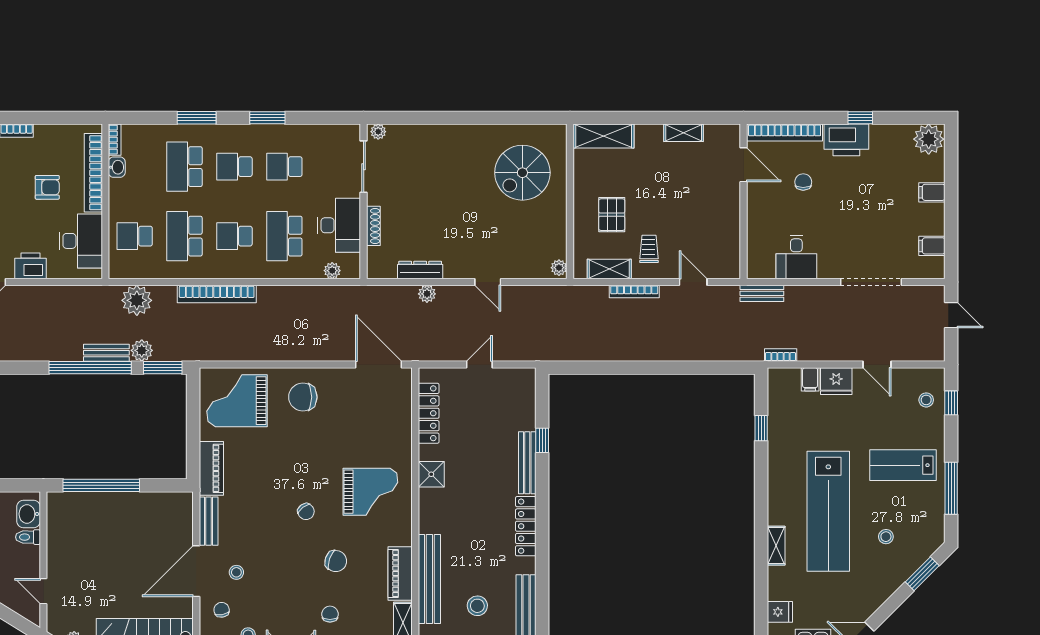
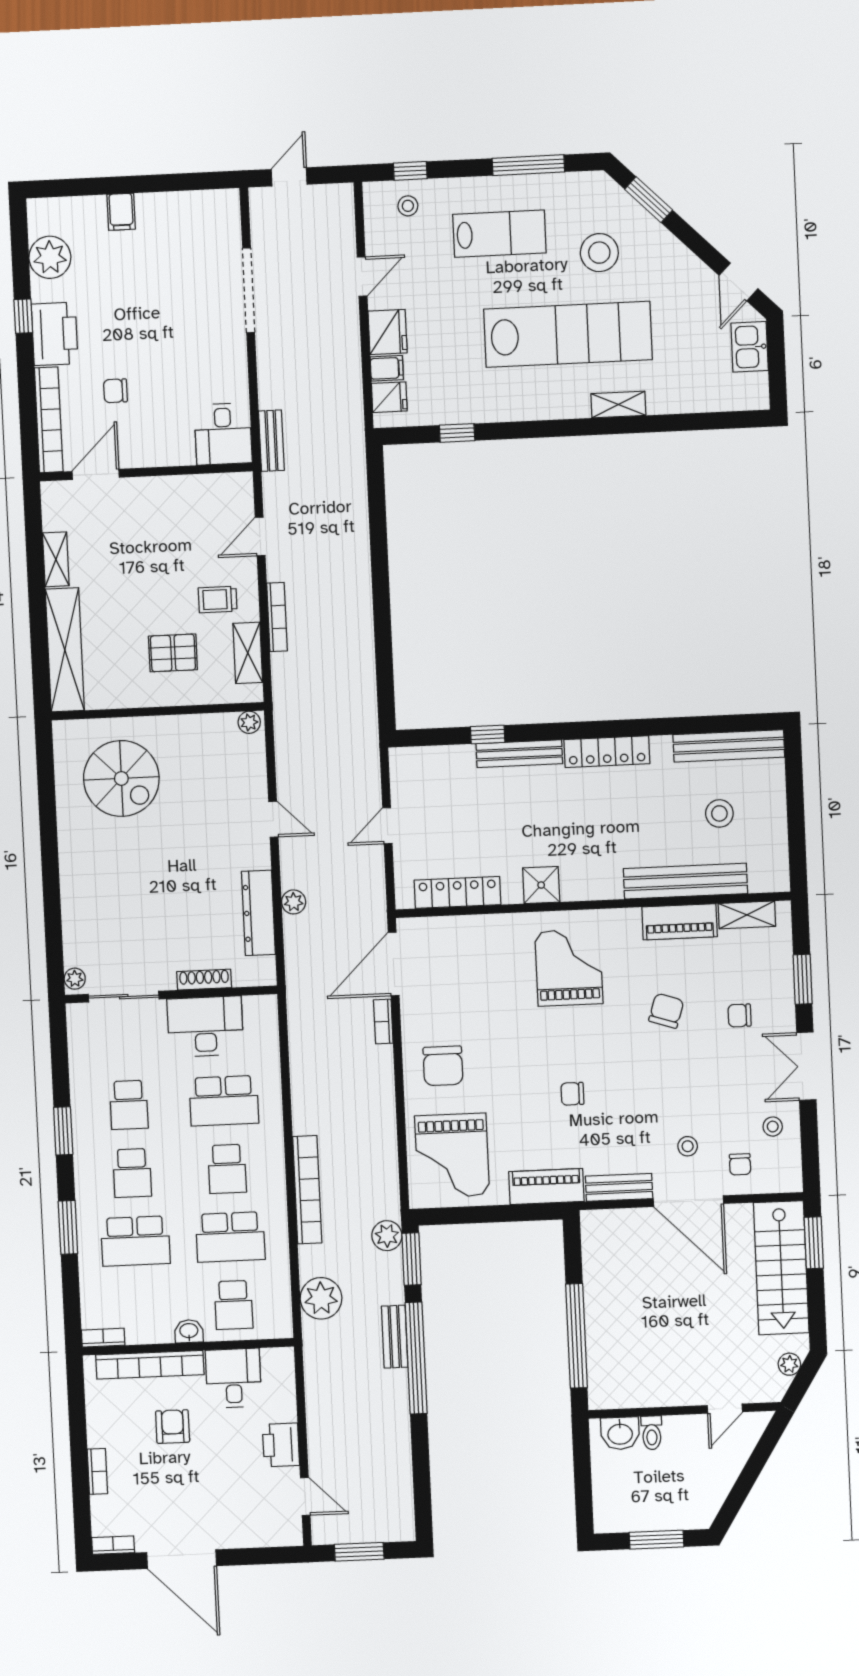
shelving: (604, 136) -> (65, 650), width x1.47
plant: (929, 139) -> (50, 257), moved
washbasin: (117, 167) -> (189, 1331), moved
desk: (81, 241) -> (233, 1378), width x0.73
filing cabinet: (932, 246) -> (195, 208), removed
desk: (796, 257) -> (223, 434), moved, turned 90
dresser: (420, 270) -> (258, 913), width x1.37, depth x1.24
plant: (332, 271) -> (268, 1033), removed
door: (488, 282) -> (273, 819), hinge flipped
plant: (142, 350) -> (387, 1236), moved
bookcase: (781, 355) -> (383, 1021), moved
door: (479, 365) -> (387, 826), hinge flipped
lab bench: (903, 465) -> (499, 234), turned -90
chair: (306, 512) -> (572, 1094), moved, turned -143
stool: (886, 537) -> (599, 253), width x1.89, depth x1.89
chair: (222, 610) -> (740, 1164), turned -80
fridge: (780, 612) -> (389, 397), moved, turned 90

